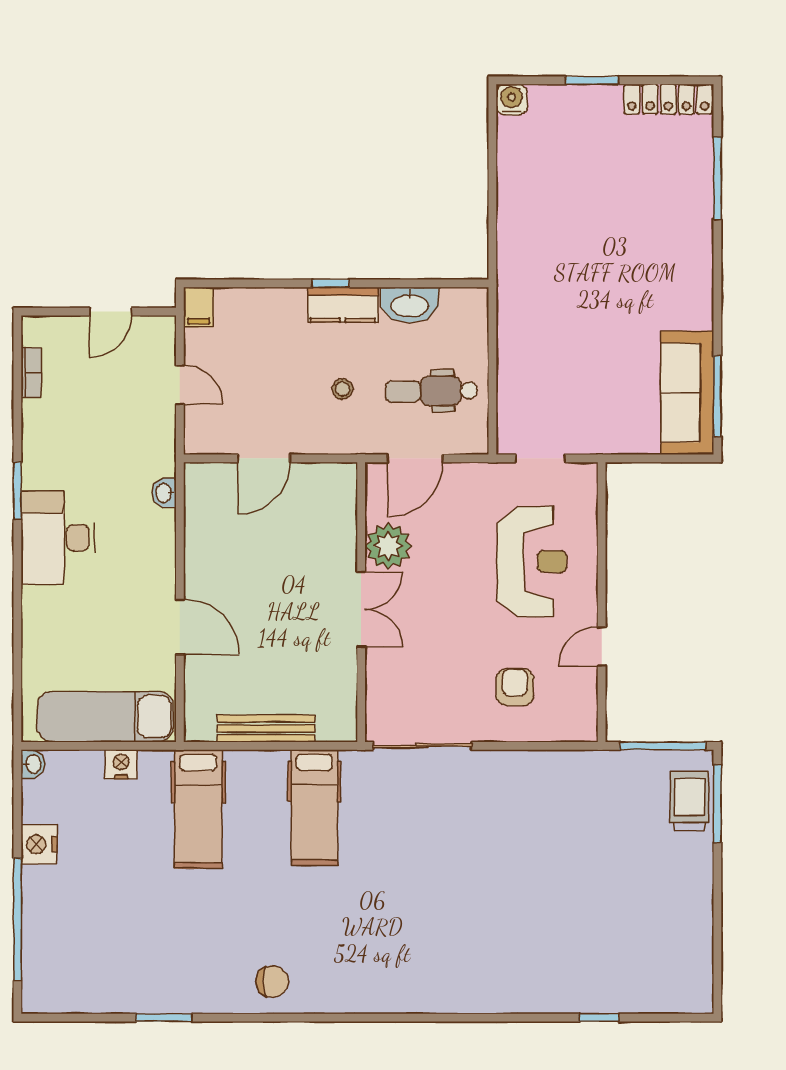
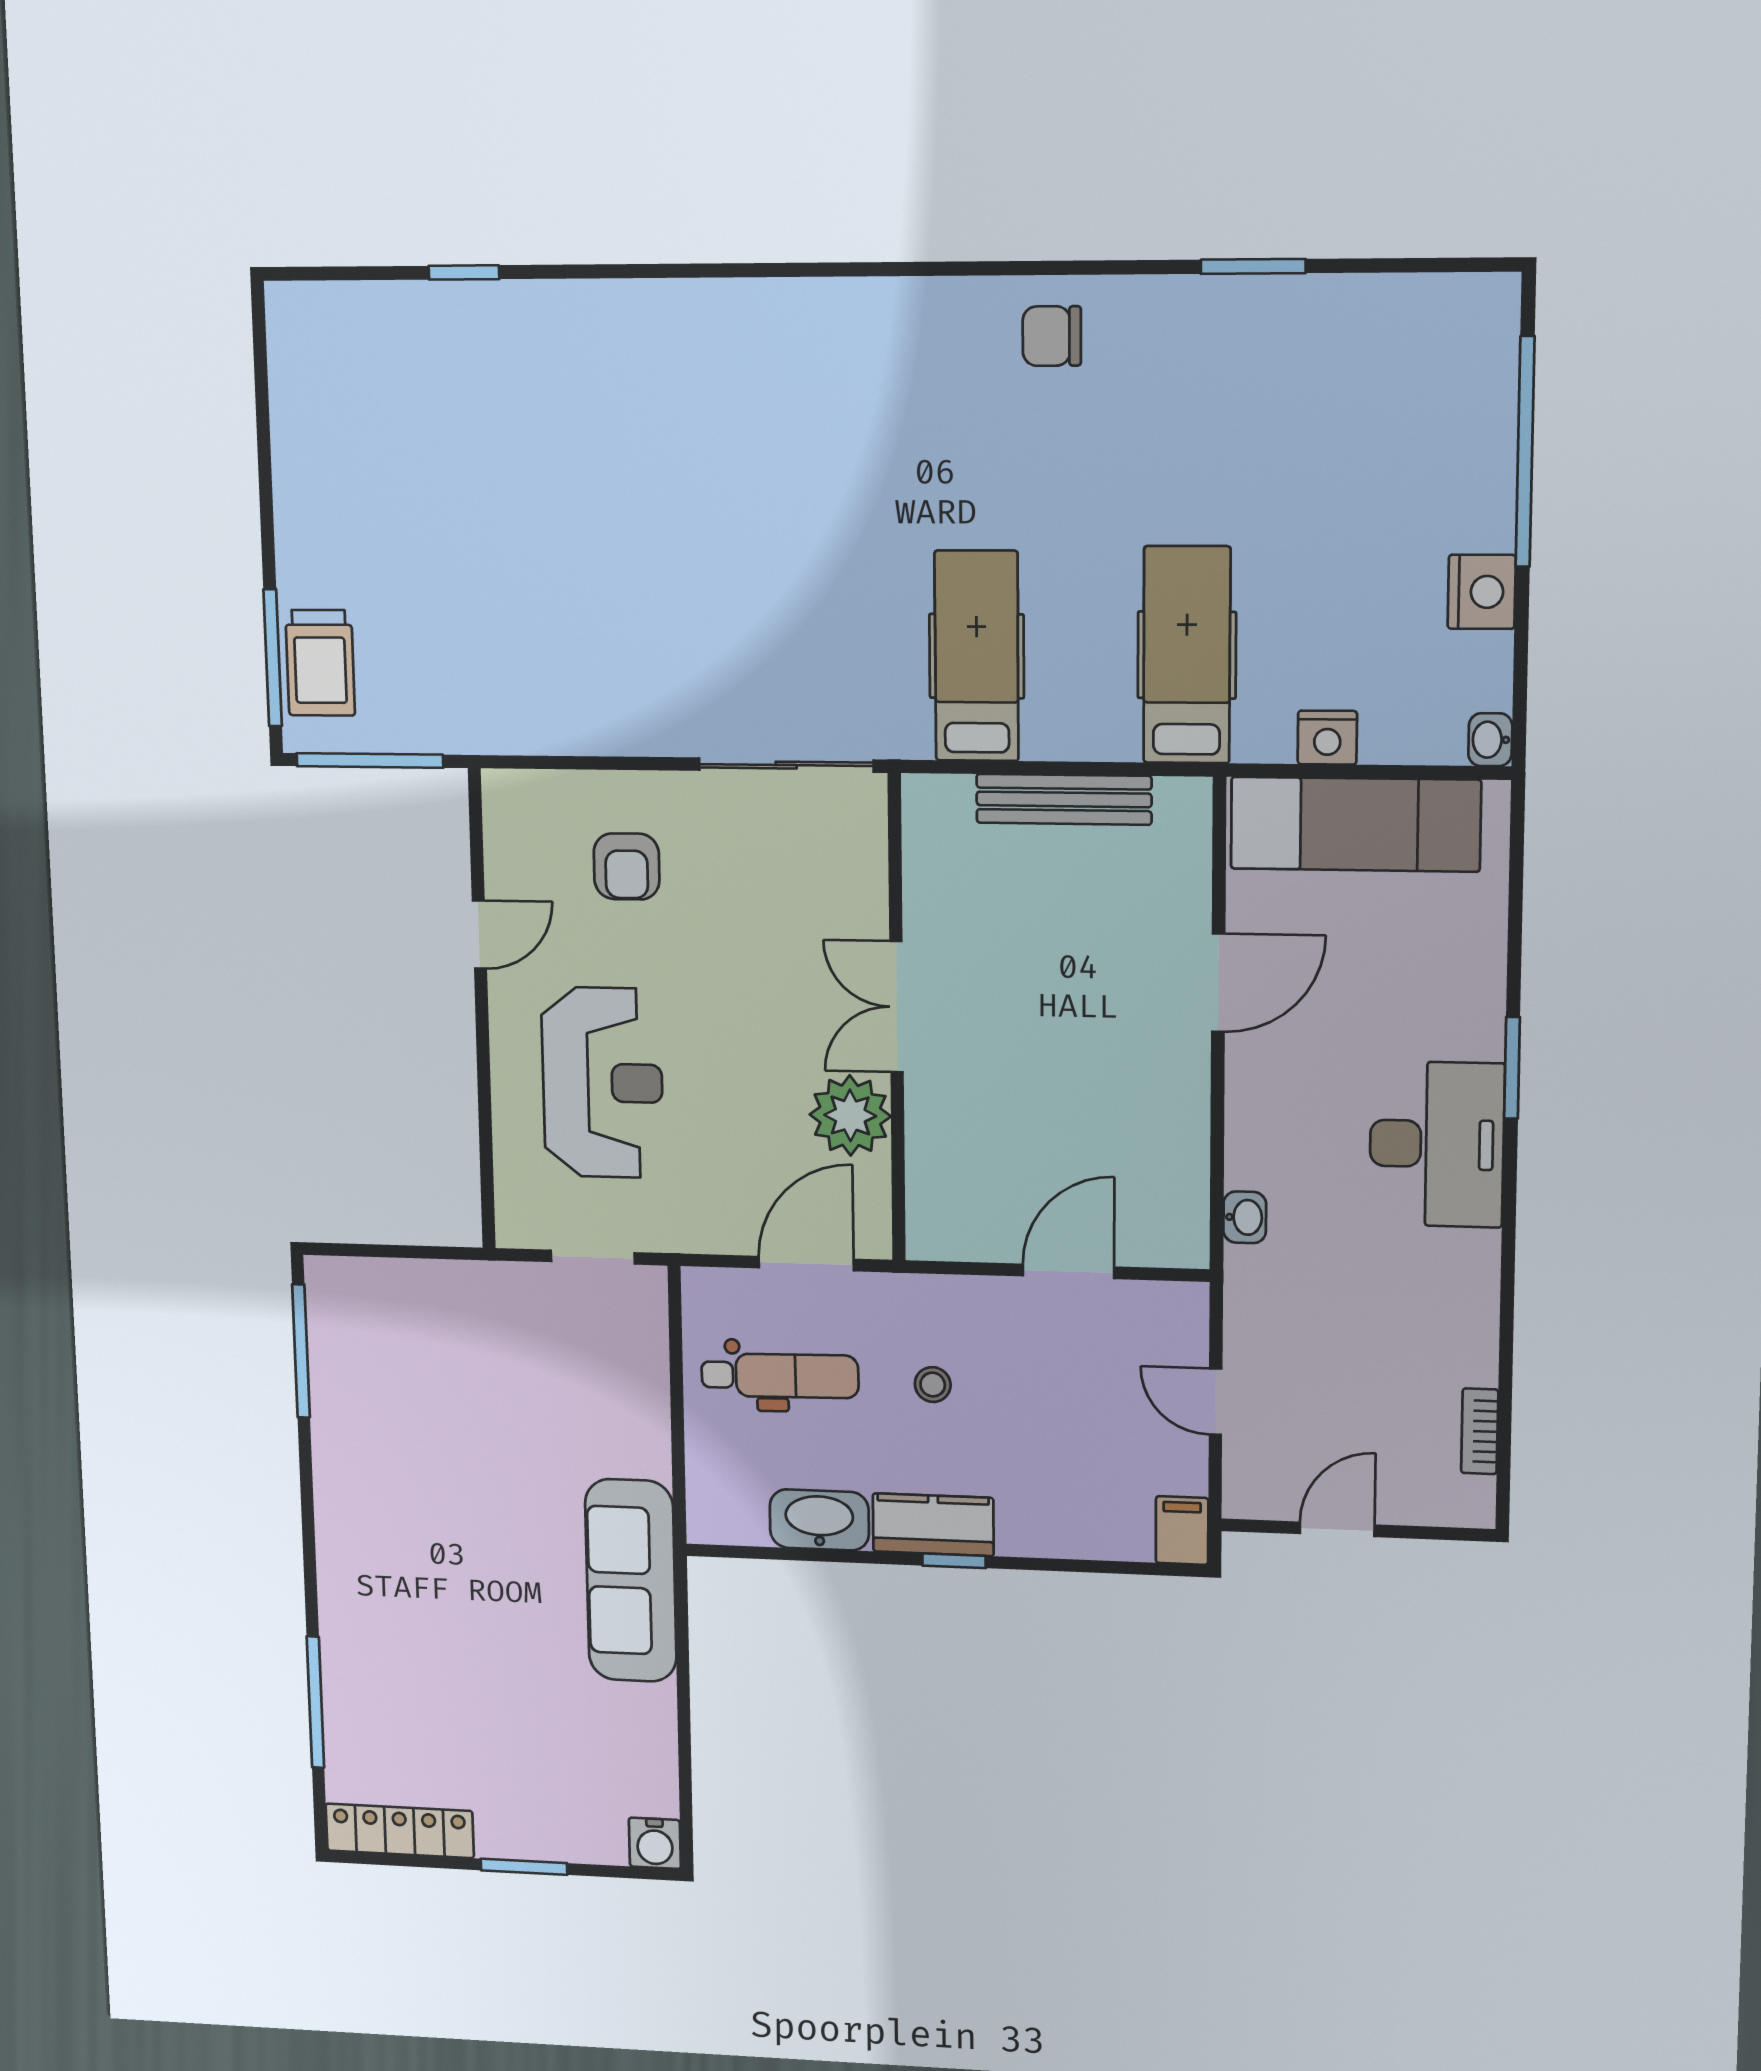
sofa: (687, 393) -> (631, 1581), moved, turned 180
window: (17, 491) -> (1512, 1068), moved
reception desk: (532, 562) -> (602, 1083), turned 180
door: (180, 627) -> (1218, 983), swing flipped

